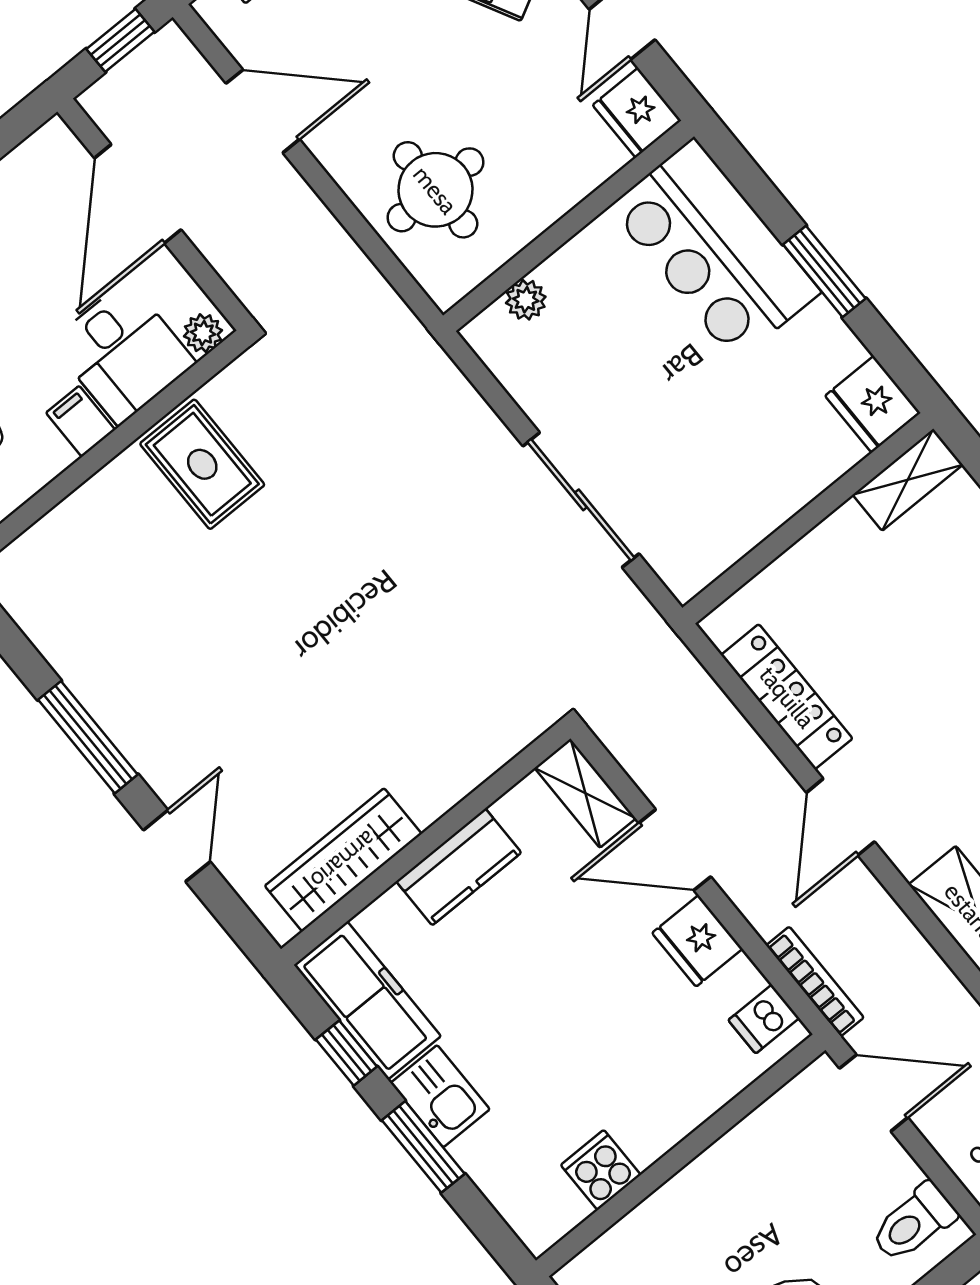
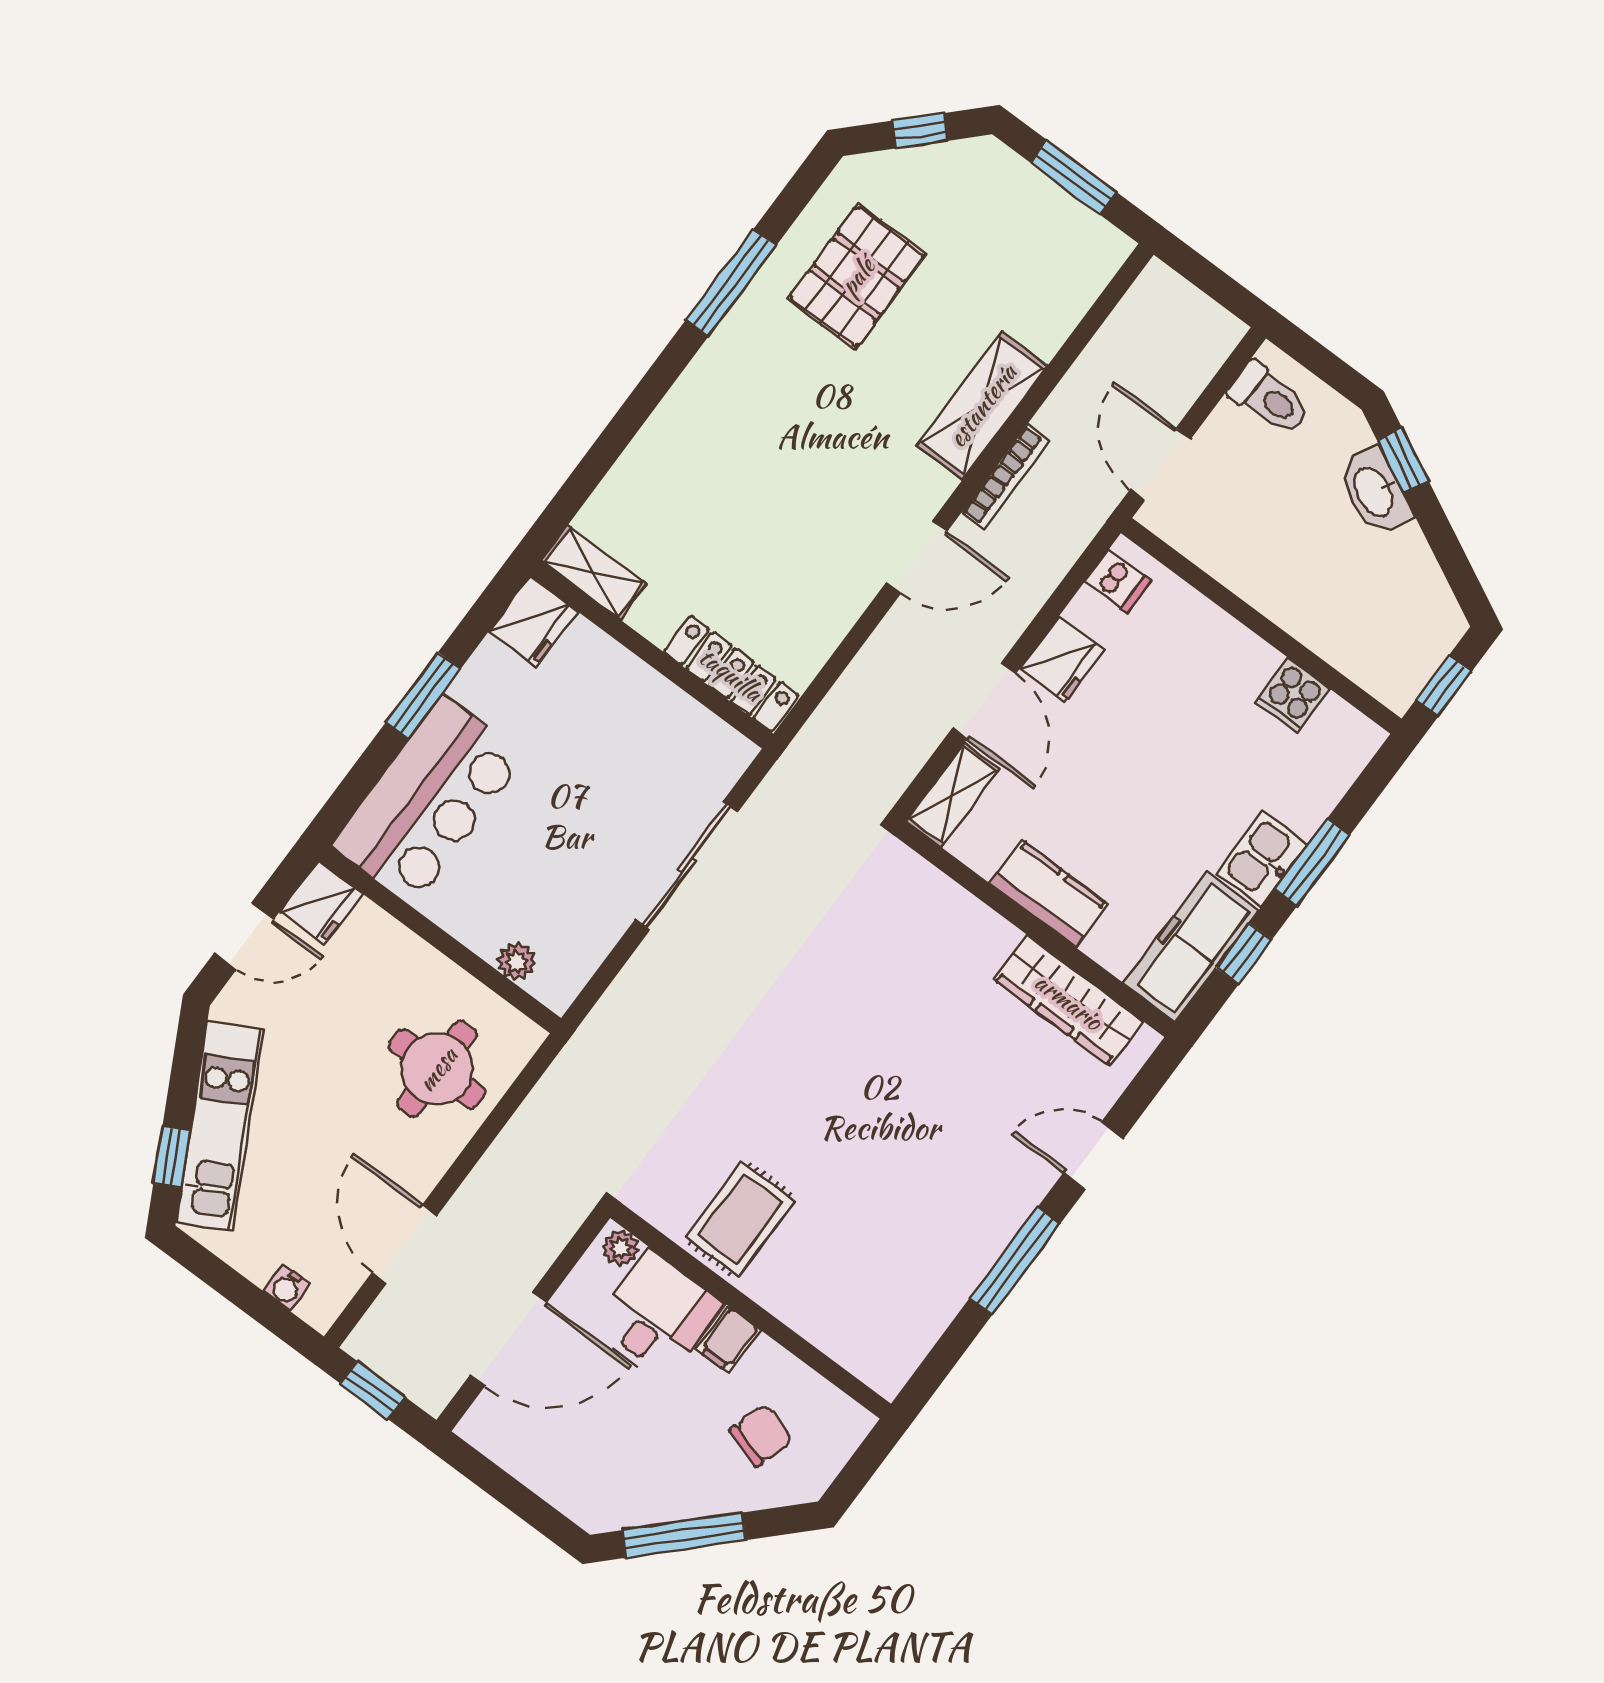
locker: (787, 697) -> (731, 674), moved, turned 90
bookcase: (815, 982) -> (1005, 477), moved, turned 180

